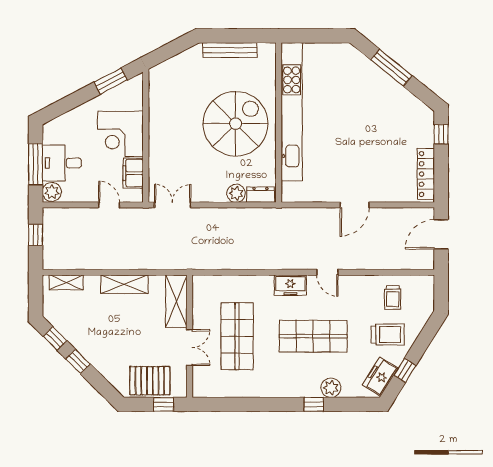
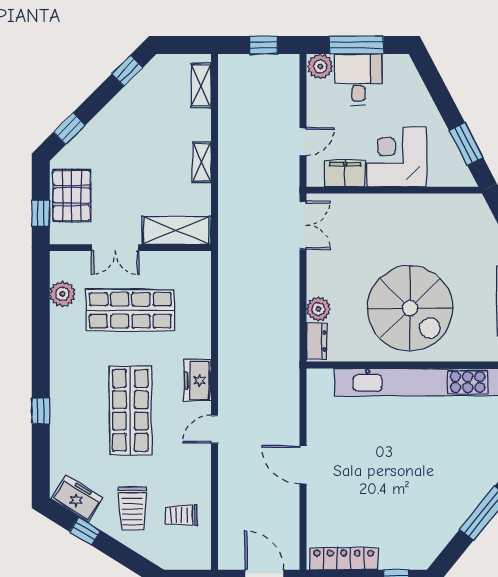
shelving: (124, 284) -> (202, 162), width x0.67, depth x0.75
window: (78, 361) -> (69, 129), moved
plant: (331, 388) -> (62, 294), moved

